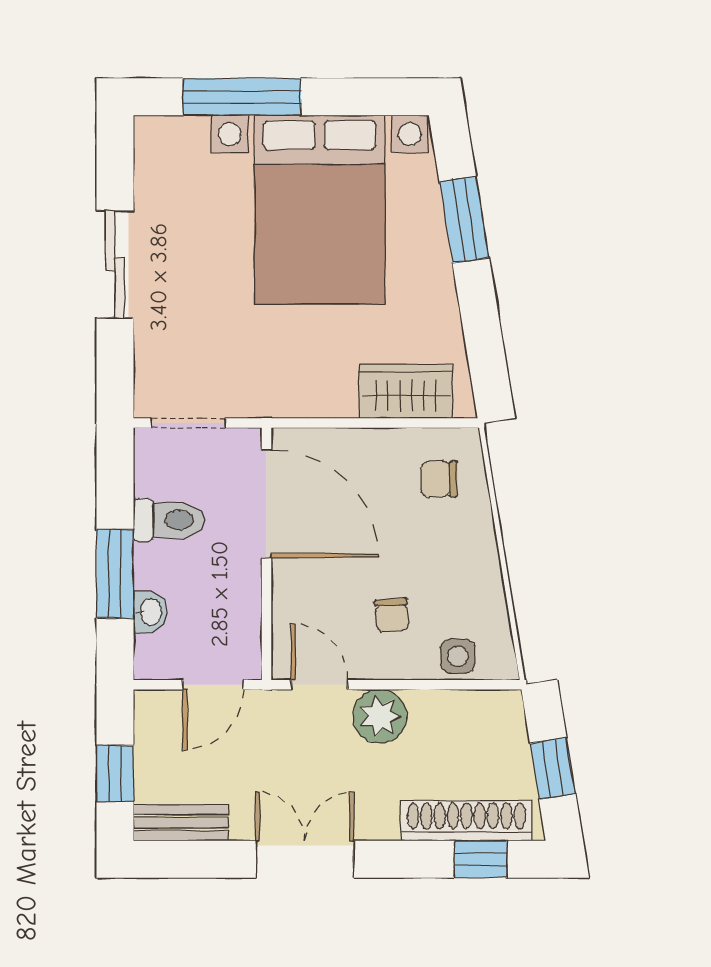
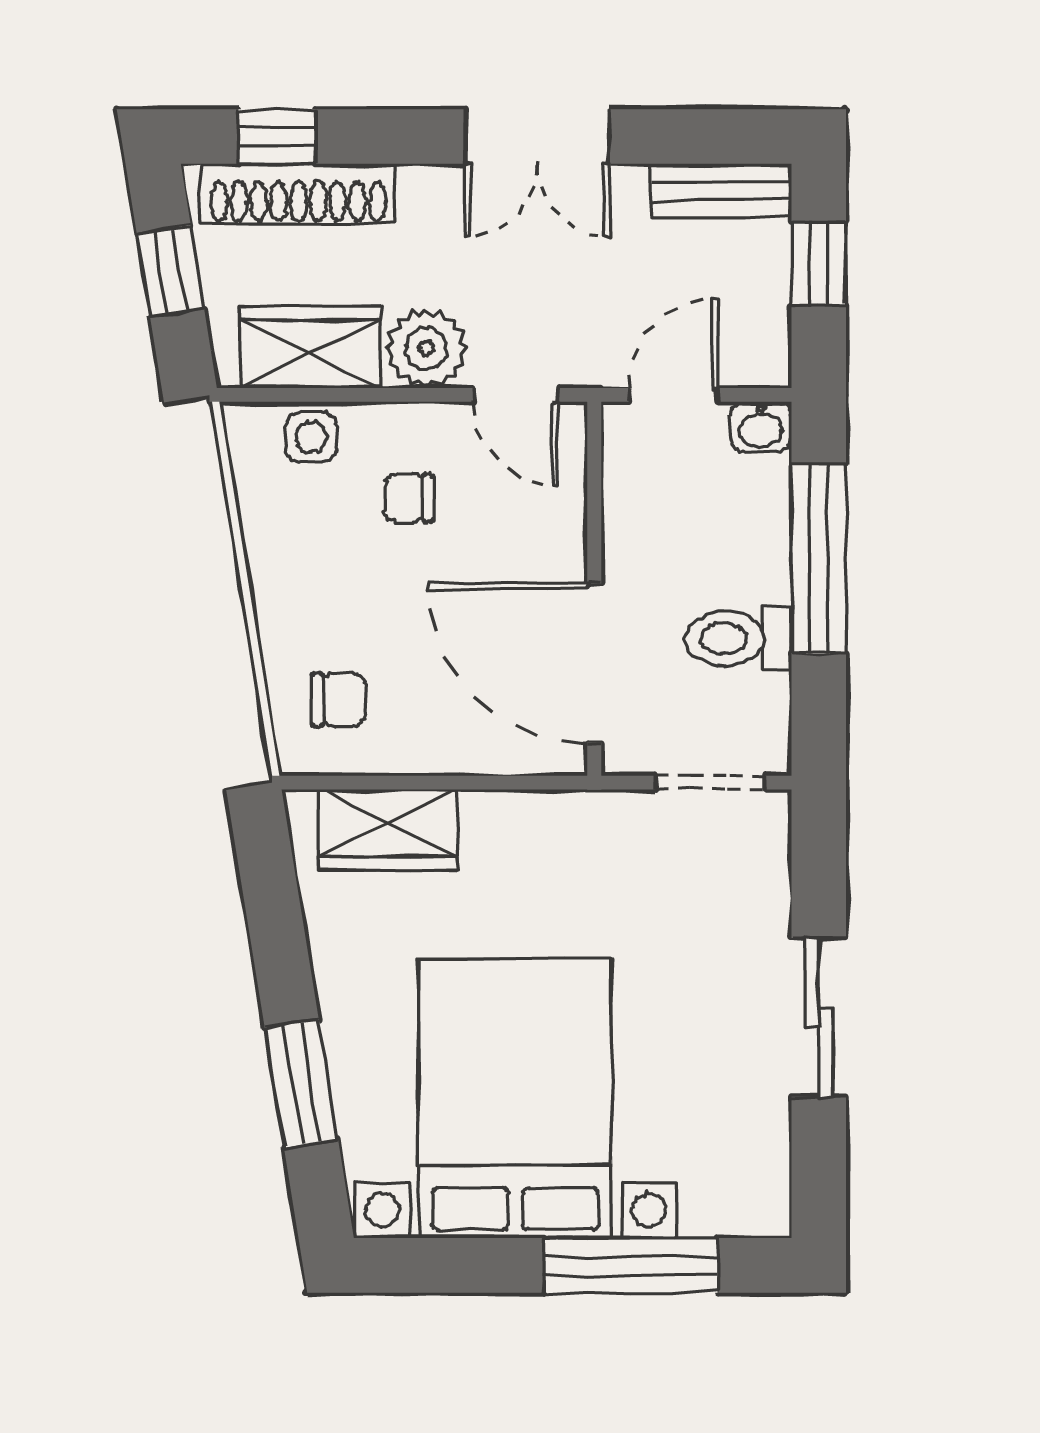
window: (115, 574) -> (819, 559), width x1.44
washbasin: (150, 612) -> (761, 427), moved, turned -90
chair: (392, 615) -> (409, 498), turned -86
wardrobe: (458, 717) -> (311, 347), added

